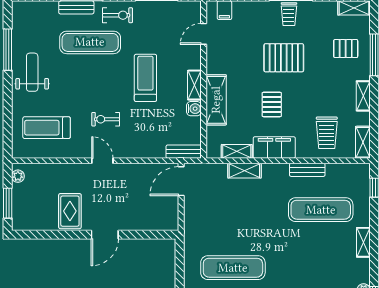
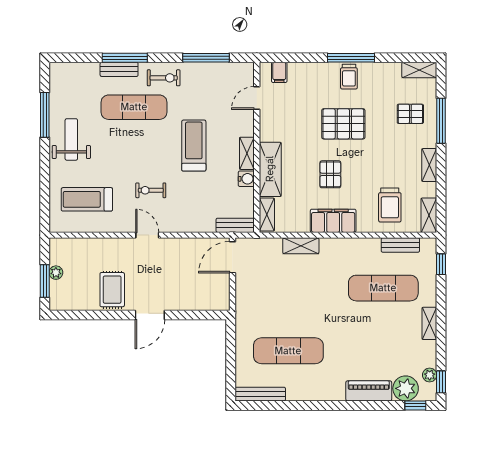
shelving: (237, 151) -> (267, 215), moved, turned 90
bench: (307, 170) -> (400, 245), moved
plant: (18, 176) -> (56, 273), moved

